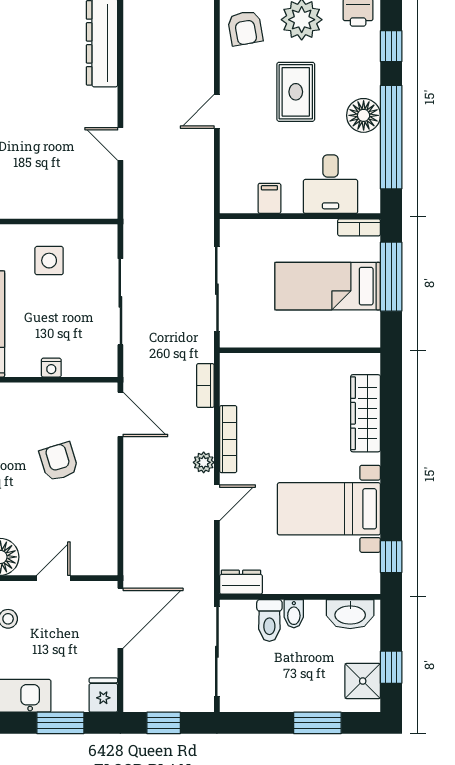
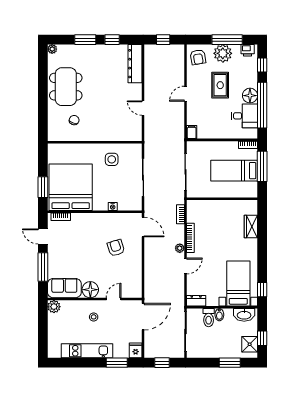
desk: (331, 184) -> (245, 116), moved, turned -90
filing cabinet: (269, 198) -> (192, 132), moved
wardrobe: (366, 413) -> (251, 227), width x0.67
bed with nightstands: (329, 509) -> (238, 283), moved, turned 90

